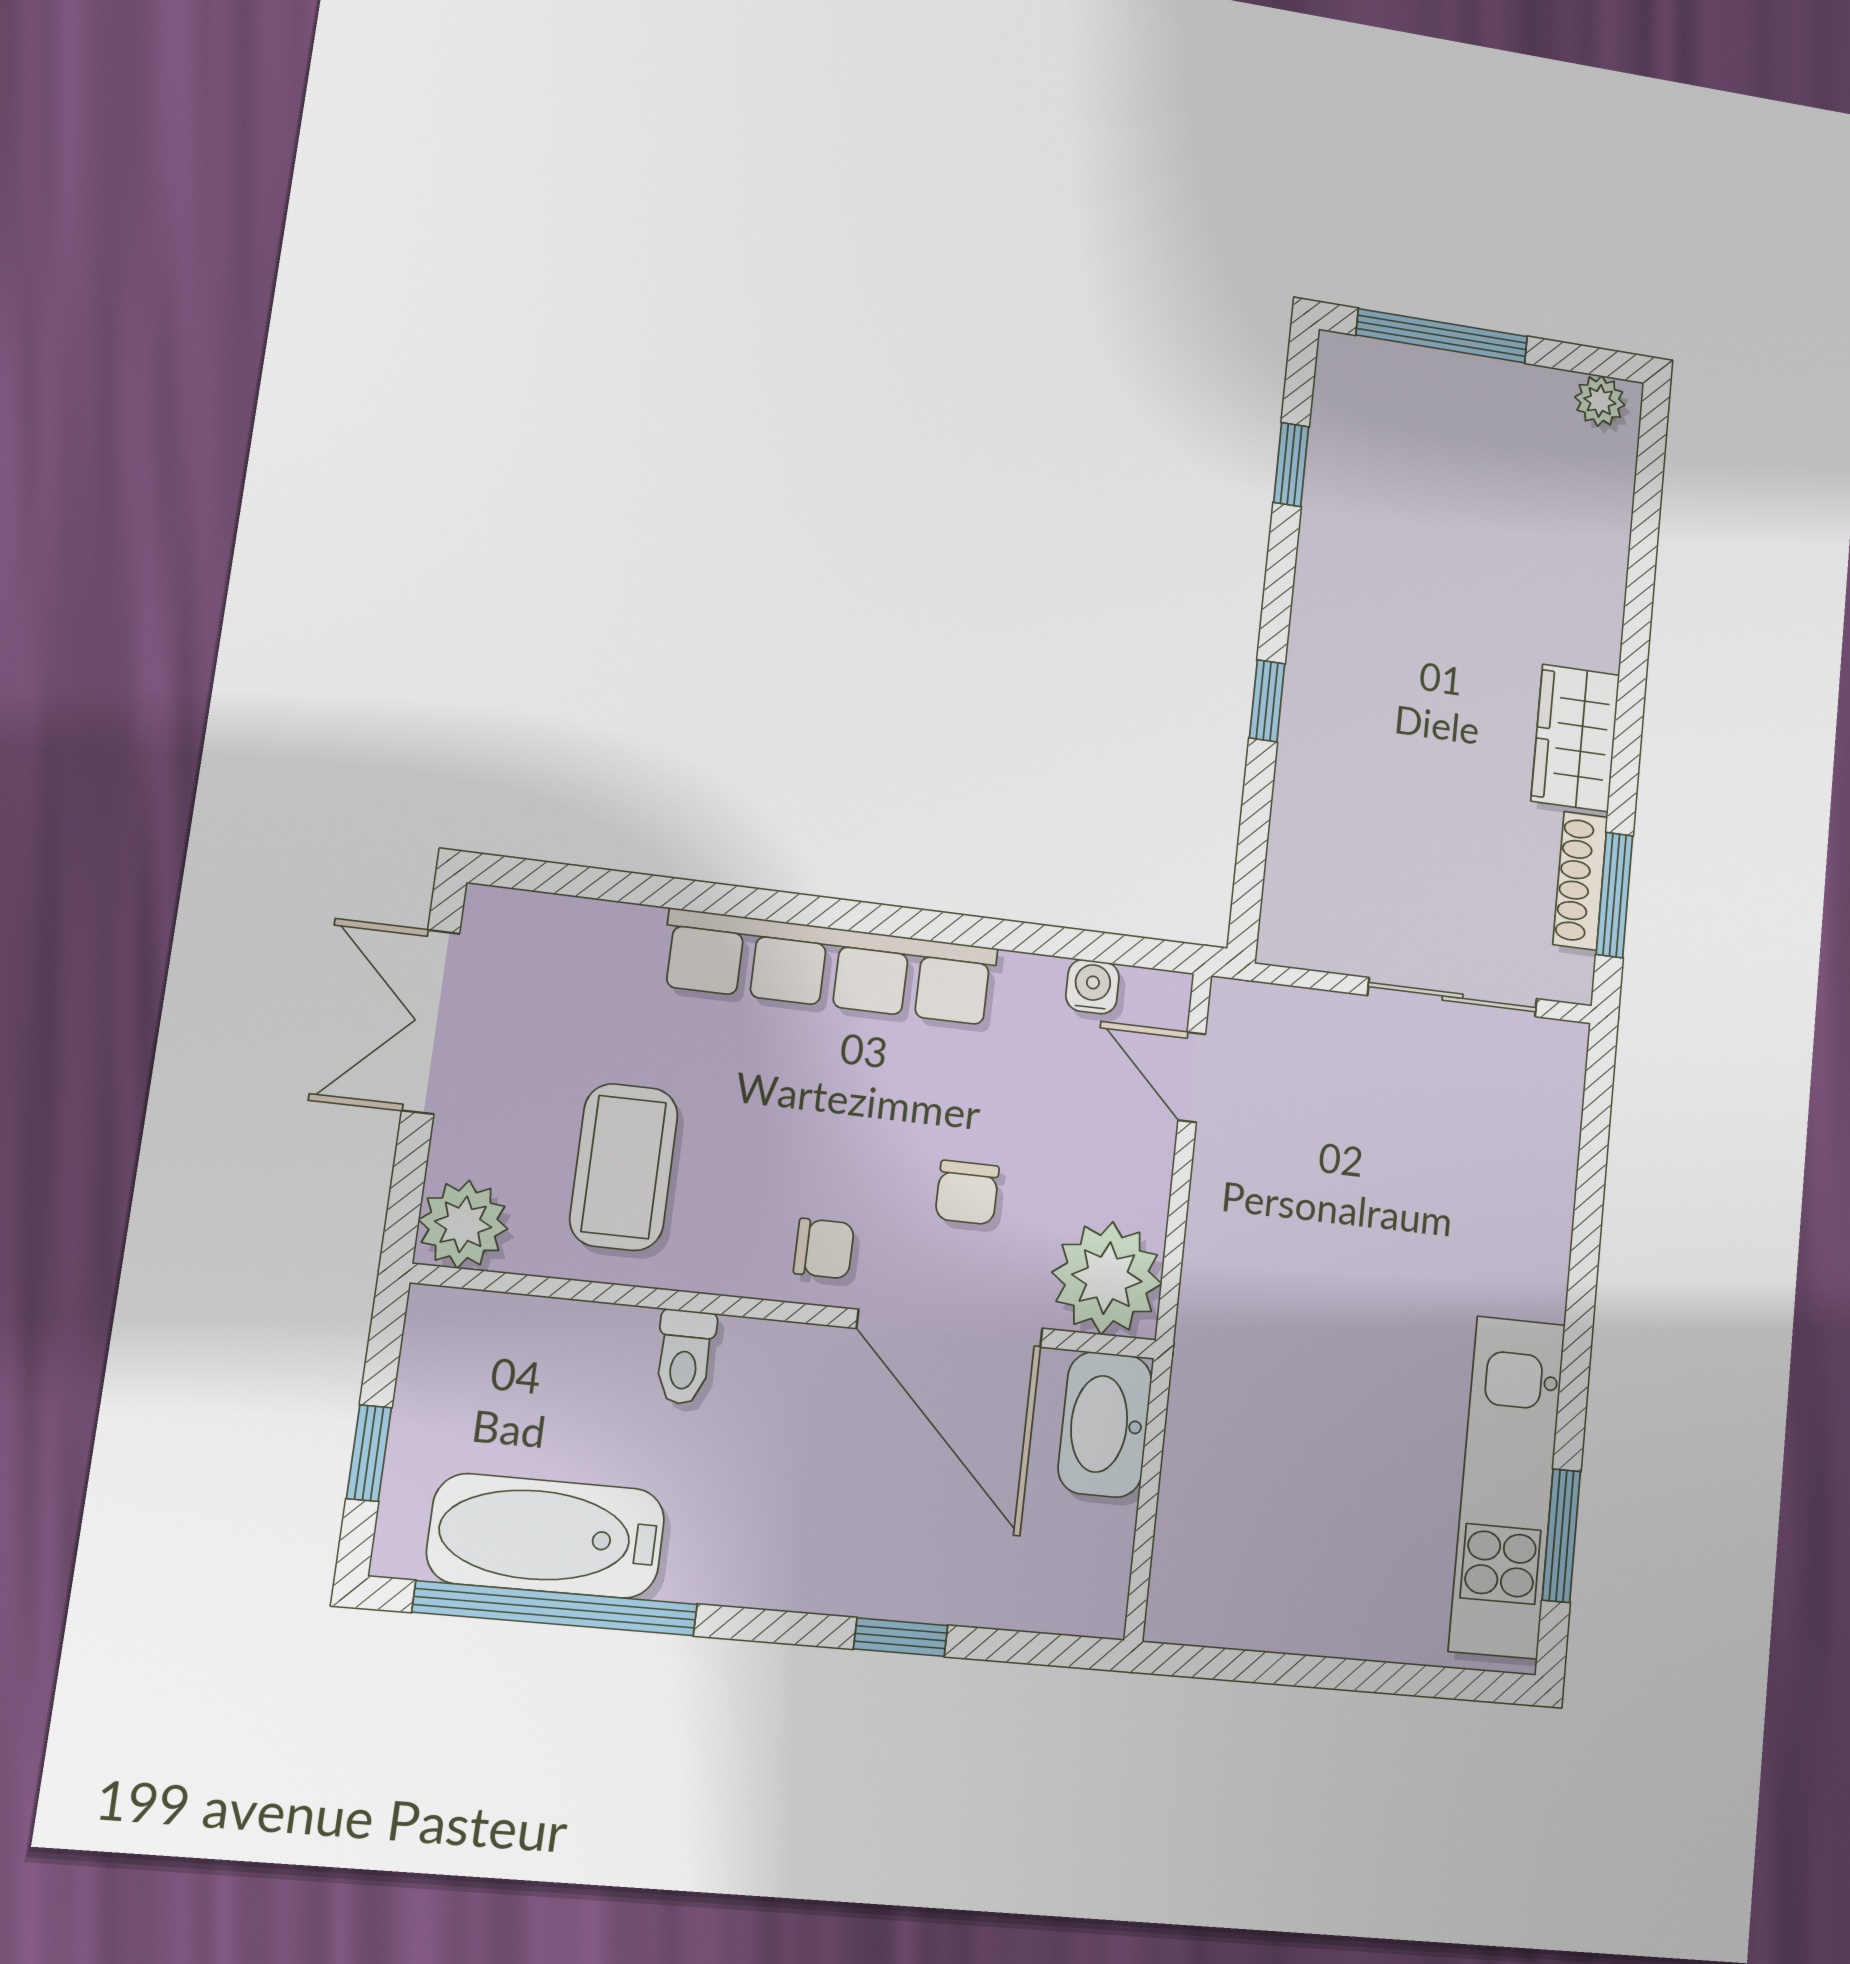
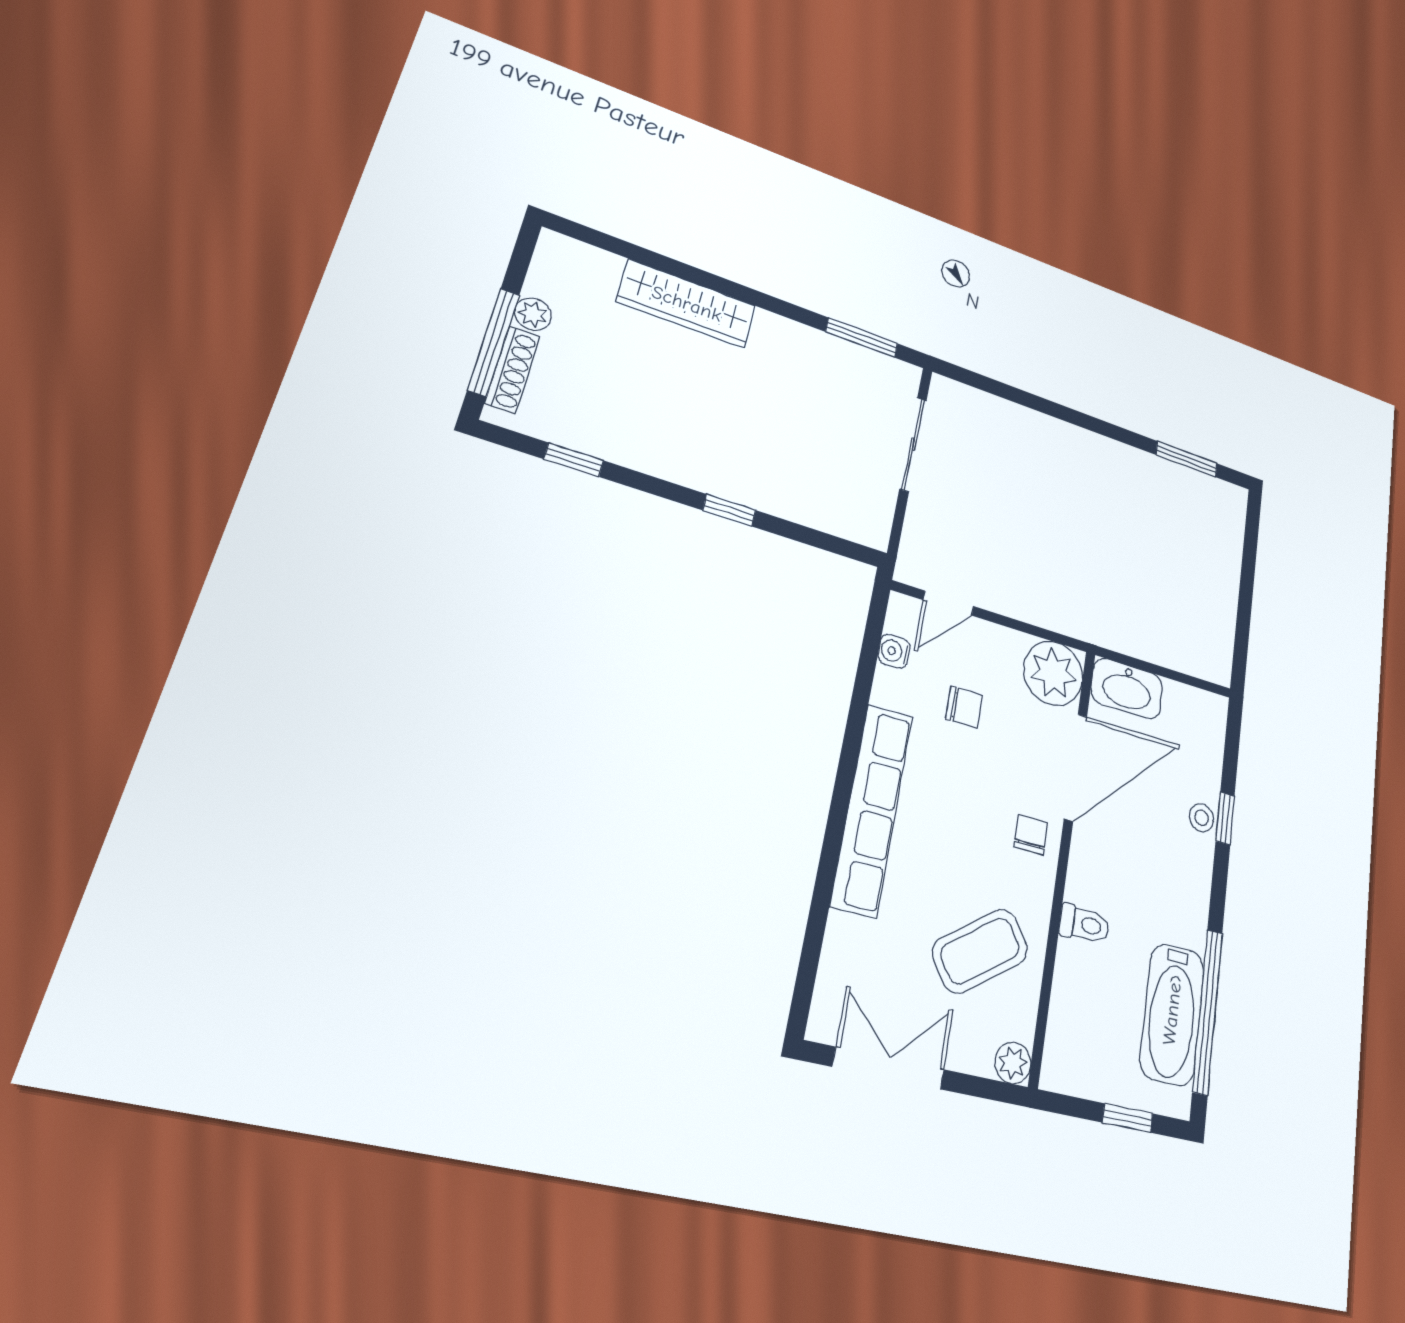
plant: (1600, 401) -> (533, 314), moved
wardrobe: (1575, 738) -> (687, 304), moved, width x1.50
shoe rack: (1580, 881) -> (512, 370), moved, turned -90
double door: (431, 1022) -> (889, 1068), swing flipped
coffee table: (624, 1167) -> (980, 951), turned -36
chair: (967, 1192) -> (964, 707), moved
plant: (463, 1224) -> (1013, 1063), width x0.73, depth x0.73
kitchen unit: (1507, 1487) -> (1163, 481), removed
stool: (895, 1586) -> (1201, 818), added

